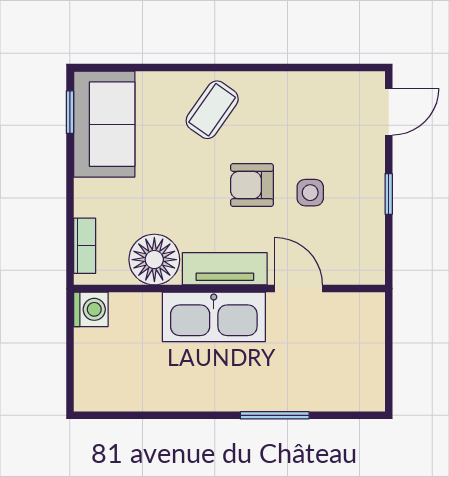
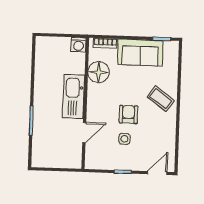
door: (389, 112) -> (157, 173), swing flipped
sofa: (104, 124) -> (140, 52), moved
tv unit: (225, 269) -> (94, 102), removed

